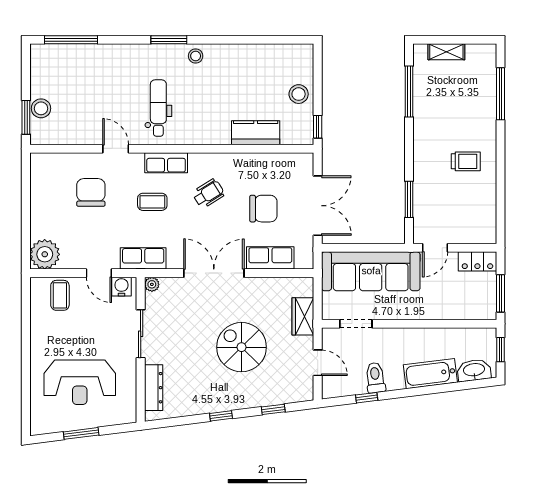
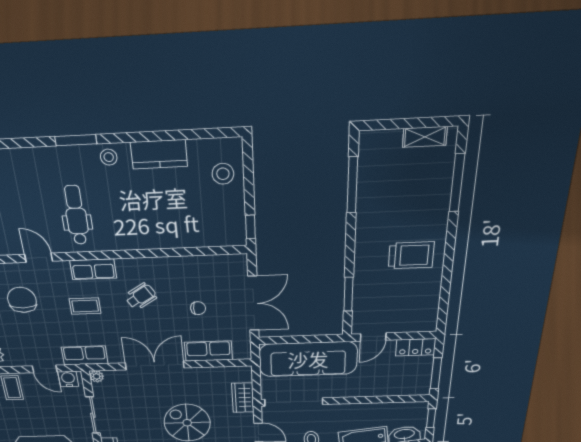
shelving: (446, 52) -> (425, 137), moved
stool: (299, 94) -> (223, 174), moved
kitchen counter: (256, 133) -> (159, 154), moved, turned 180
trolley: (466, 161) -> (411, 255), width x1.36, depth x1.39
chair: (263, 209) -> (198, 308), width x0.54, depth x0.54
doorway: (356, 324) -> (294, 402), width x1.87

